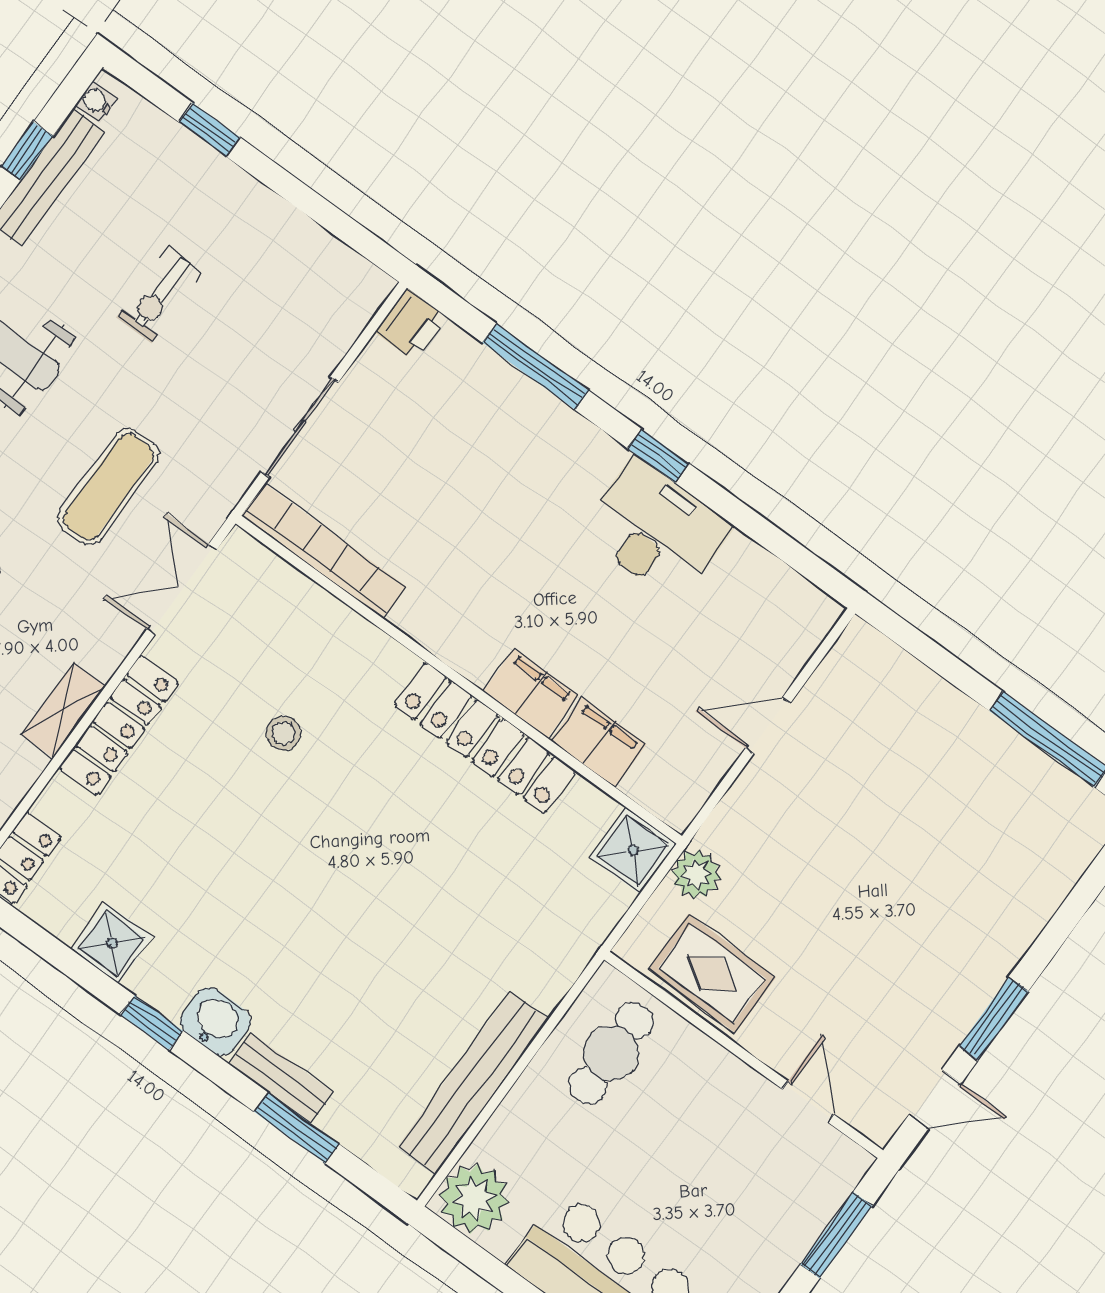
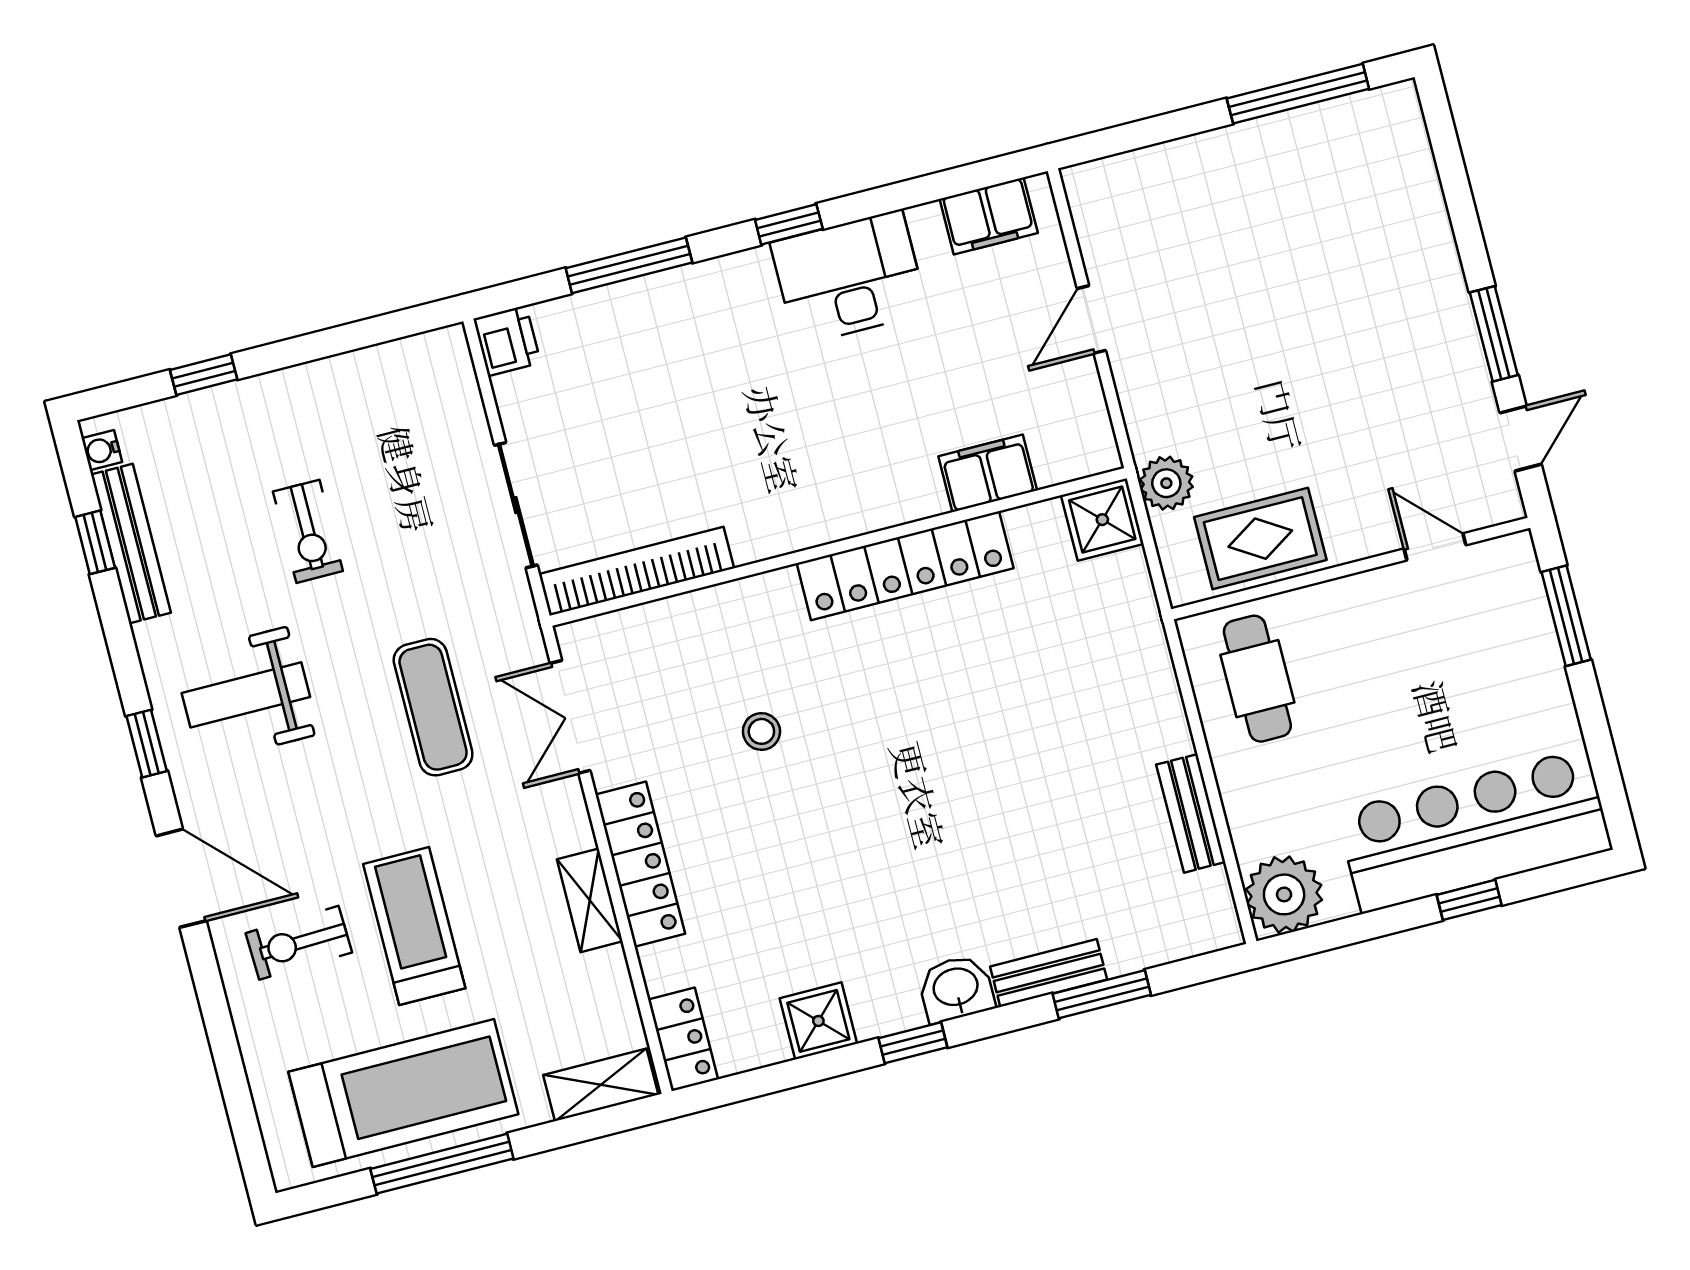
filing cabinet: (531, 693) -> (989, 216), moved, turned 180
bench: (473, 1083) -> (1191, 813), width x0.54, depth x0.82

